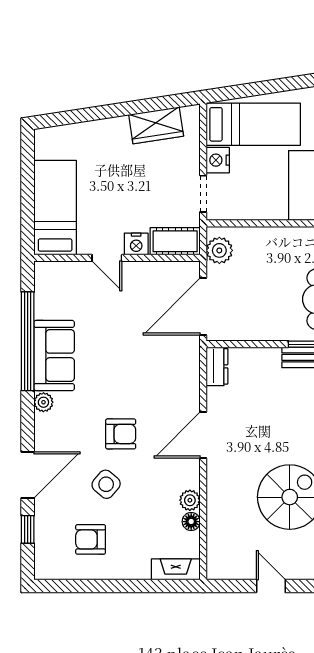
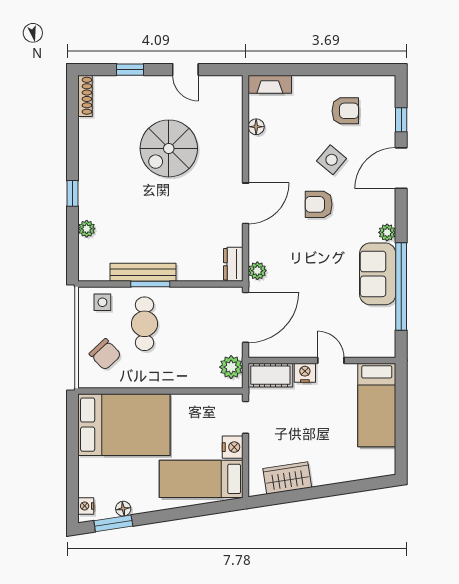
plant: (190, 500) -> (257, 271), moved

